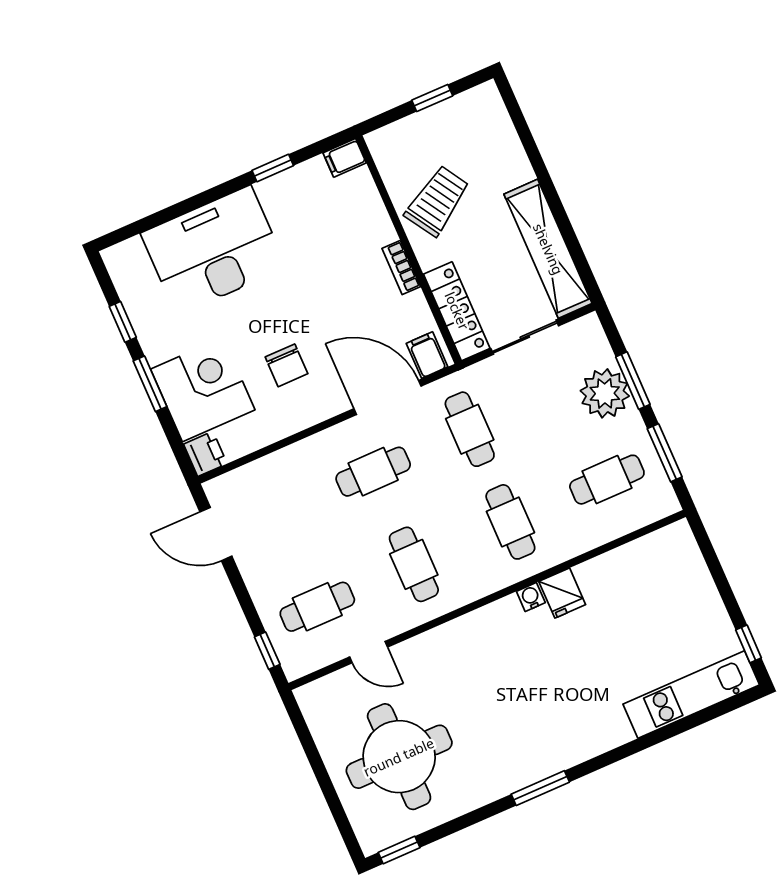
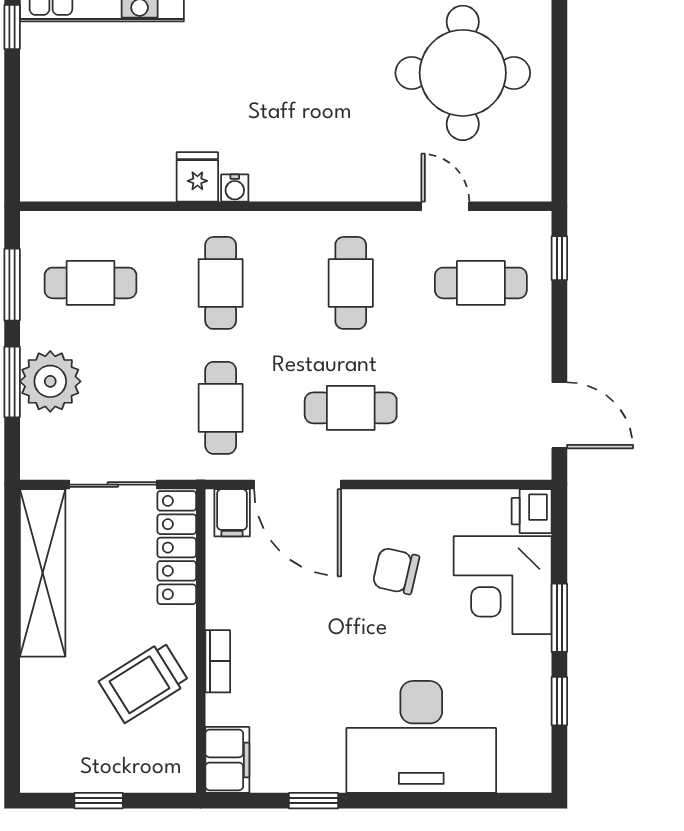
filing cabinet: (345, 158) -> (227, 760), width x2.00
bookcase: (401, 267) -> (218, 661), moved
chair: (286, 365) -> (396, 571), turned -77

